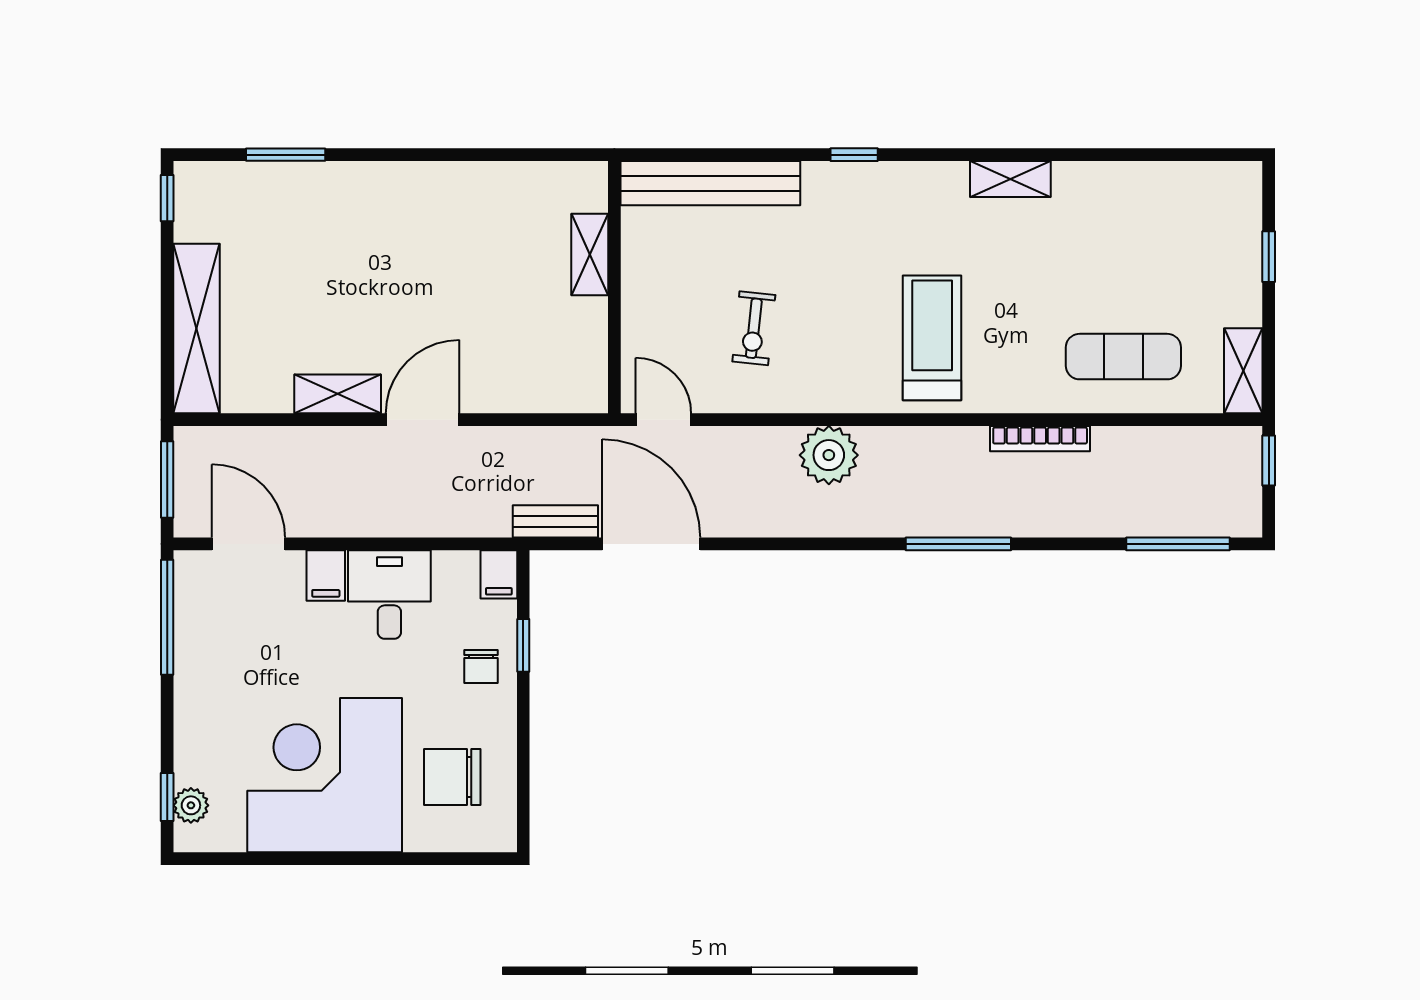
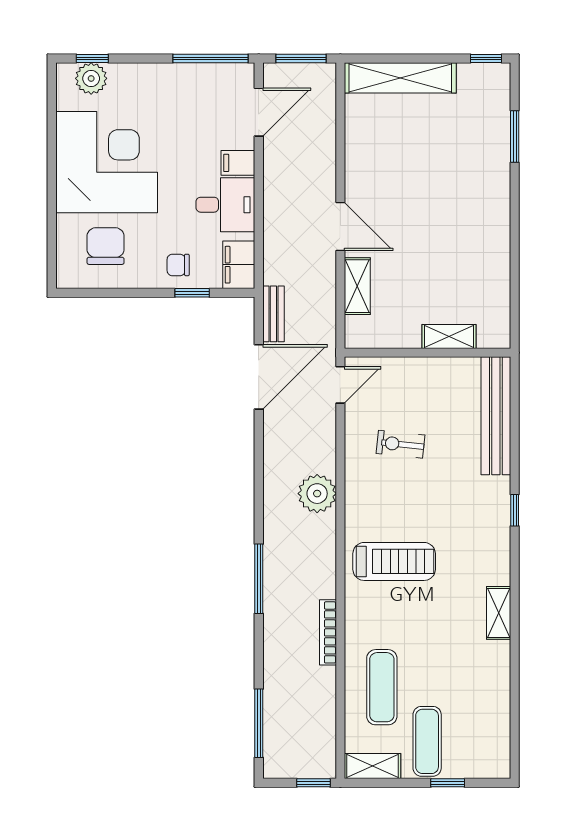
exercise mat: (1206, 288) -> (427, 741), added
shelving: (338, 394) -> (357, 286), moved
filing cabinet: (499, 574) -> (239, 265), width x2.00
plant: (191, 805) -> (91, 78), width x1.38, depth x1.38

